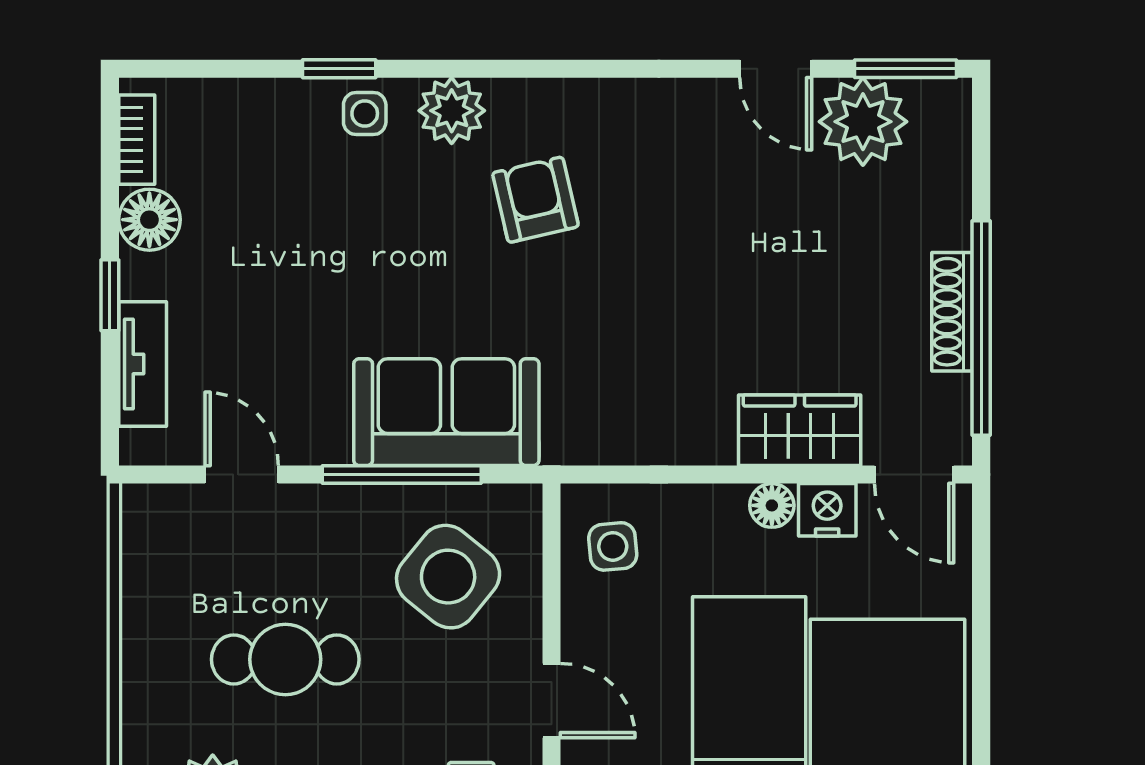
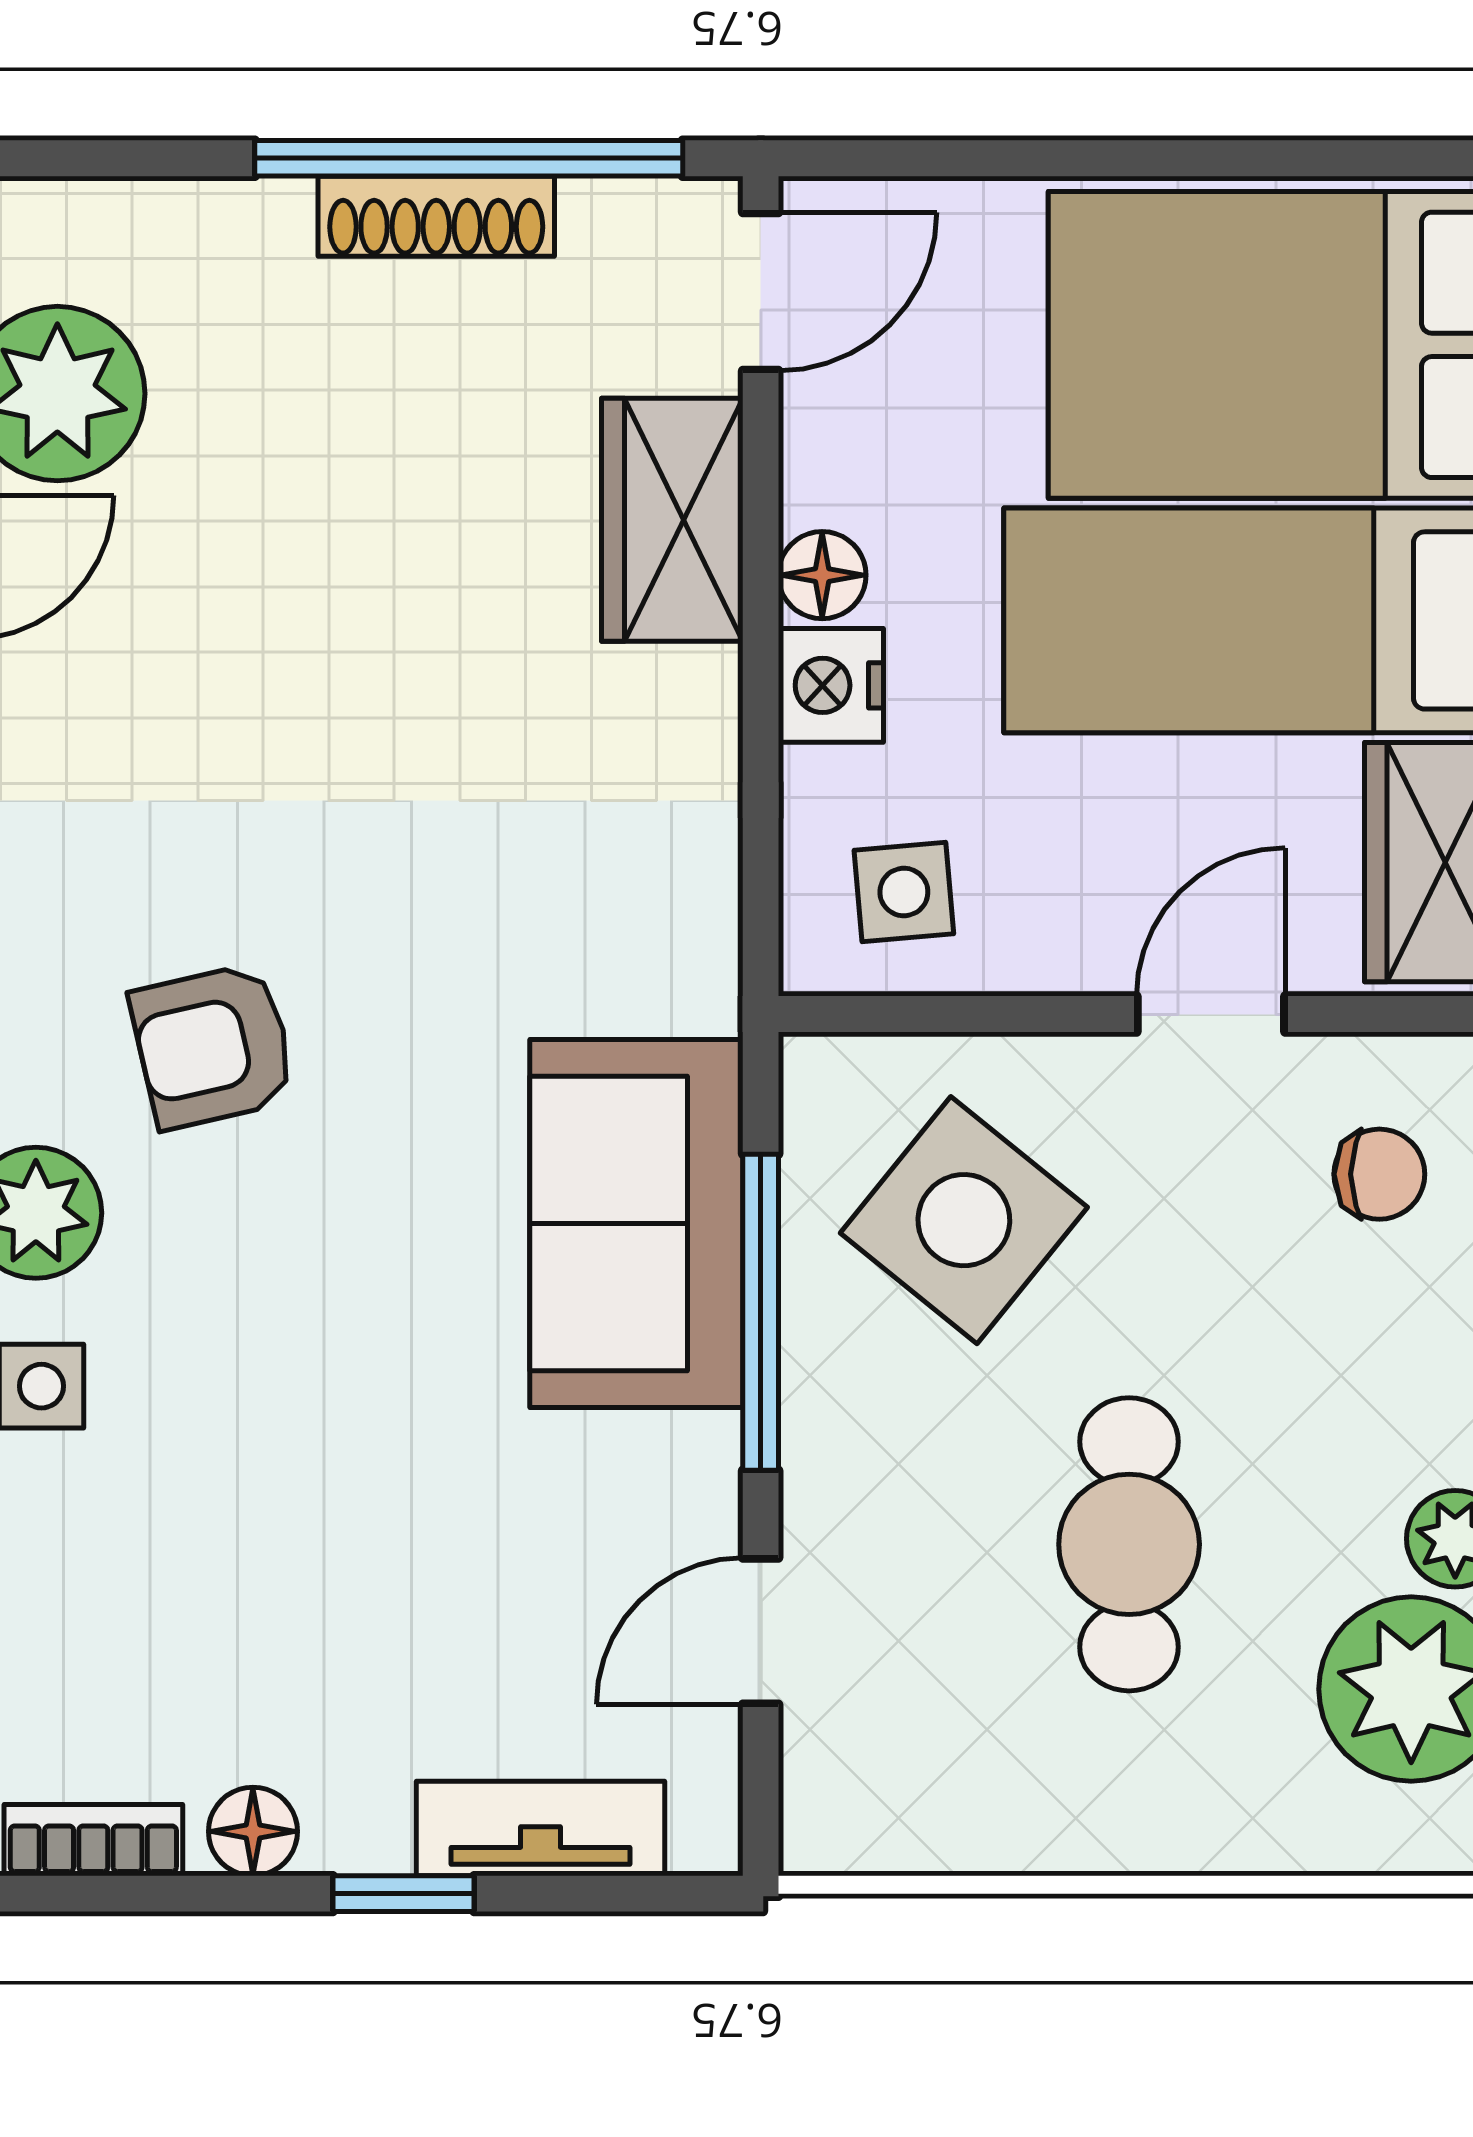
floor lamp: (149, 220) -> (253, 1831), width x0.73, depth x0.73
nightstand: (827, 510) -> (831, 685), moved

